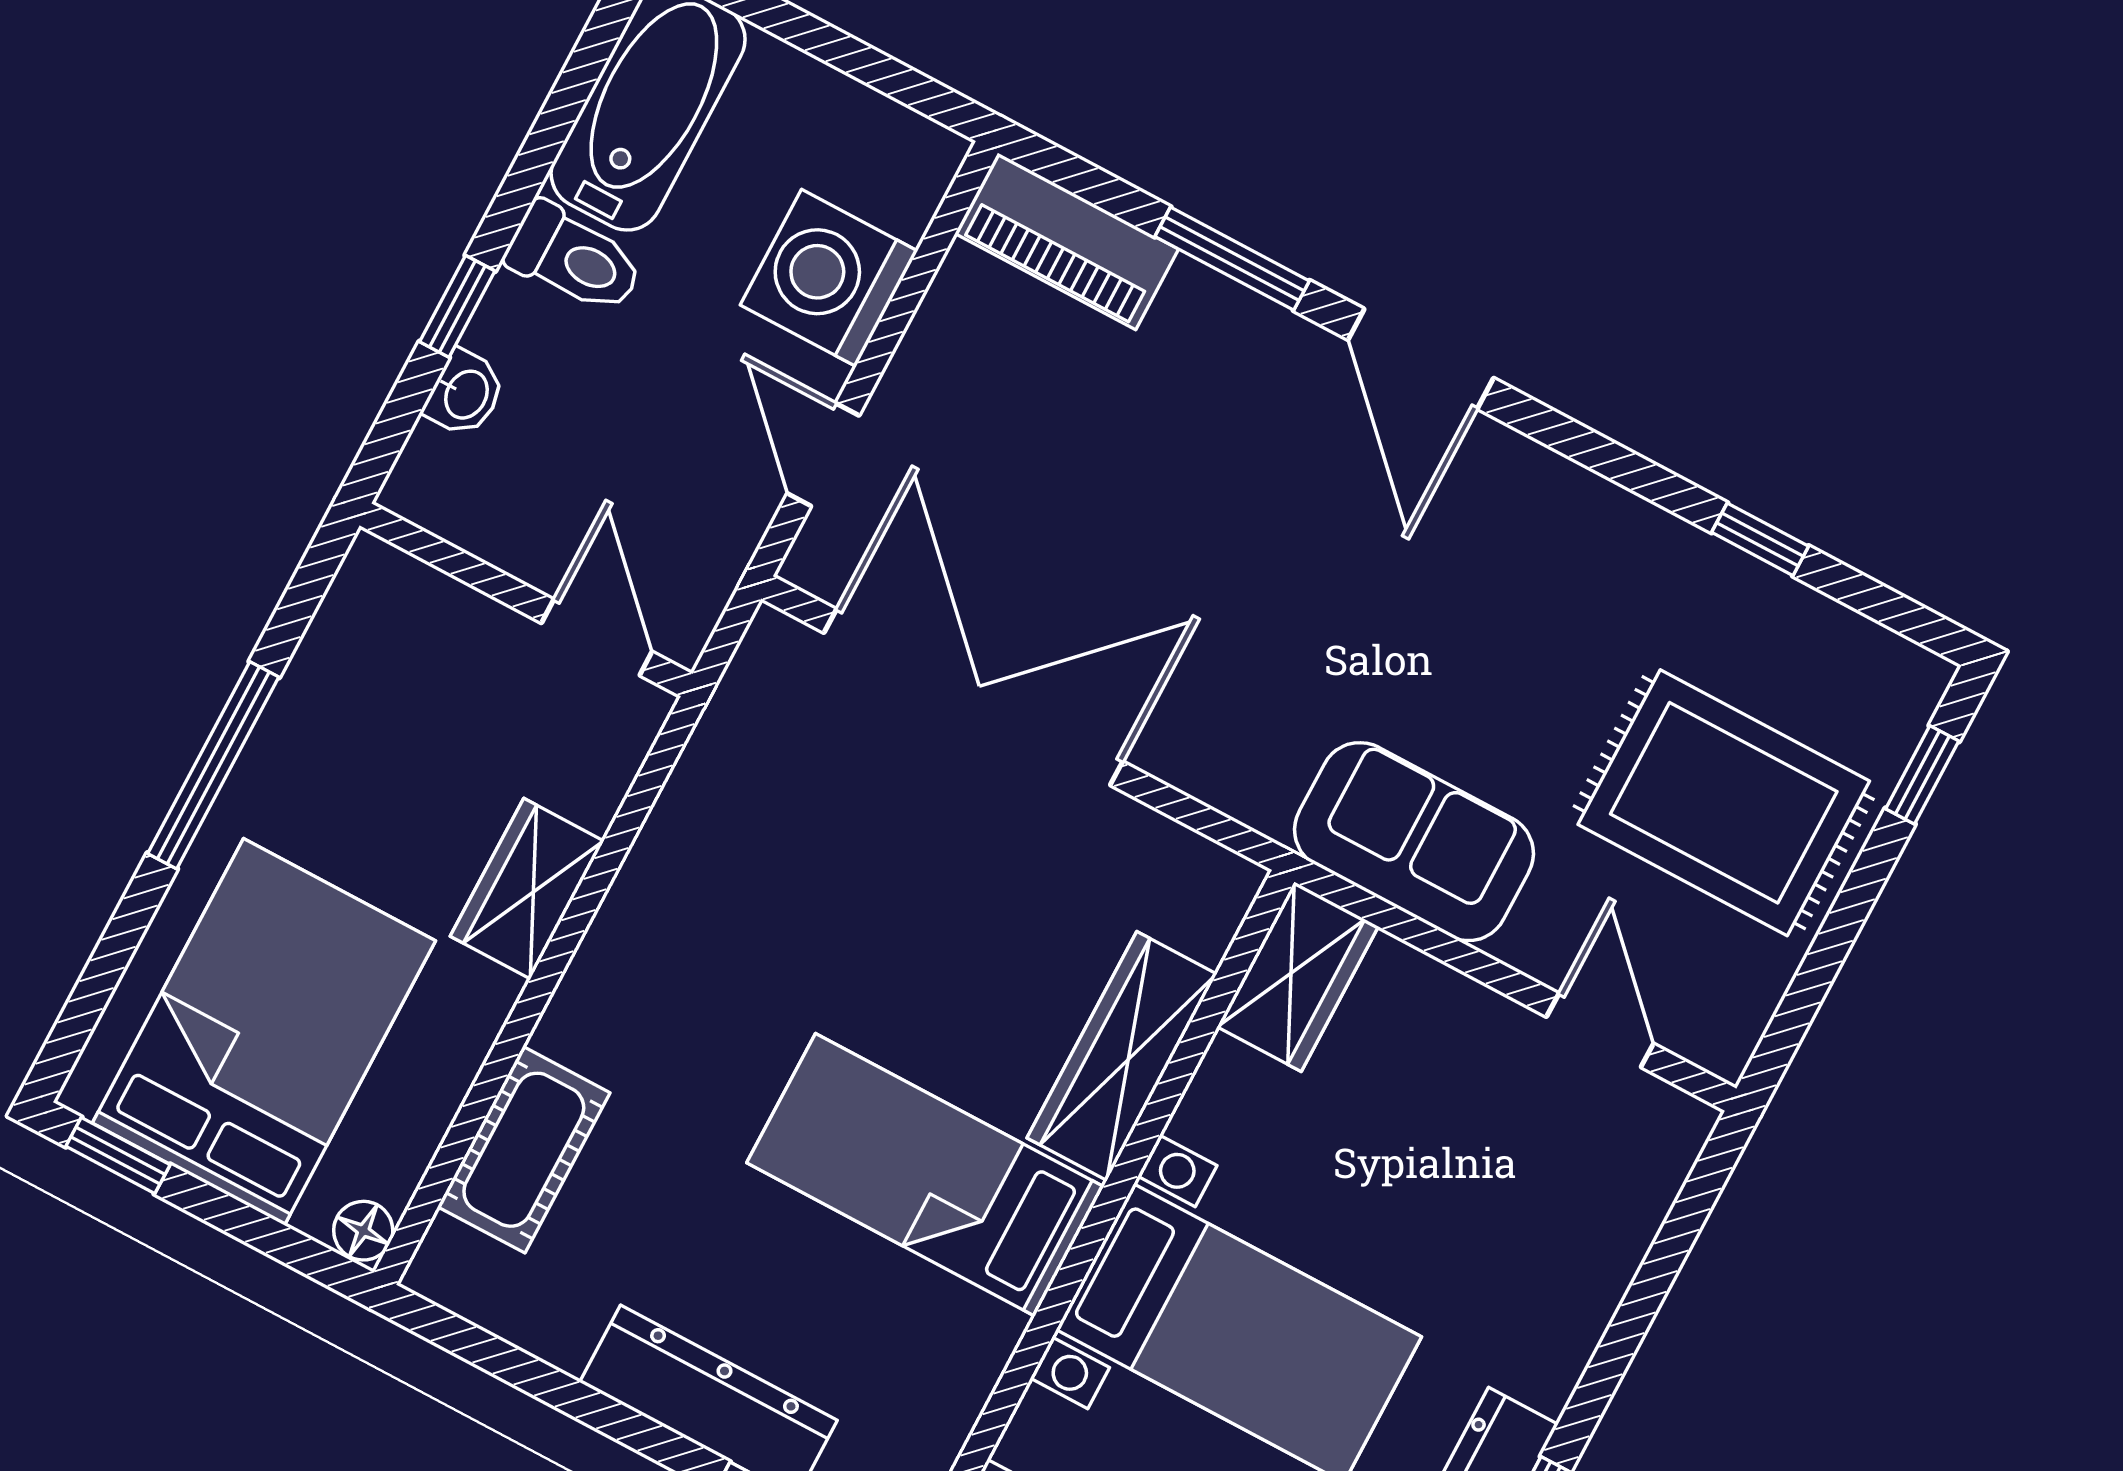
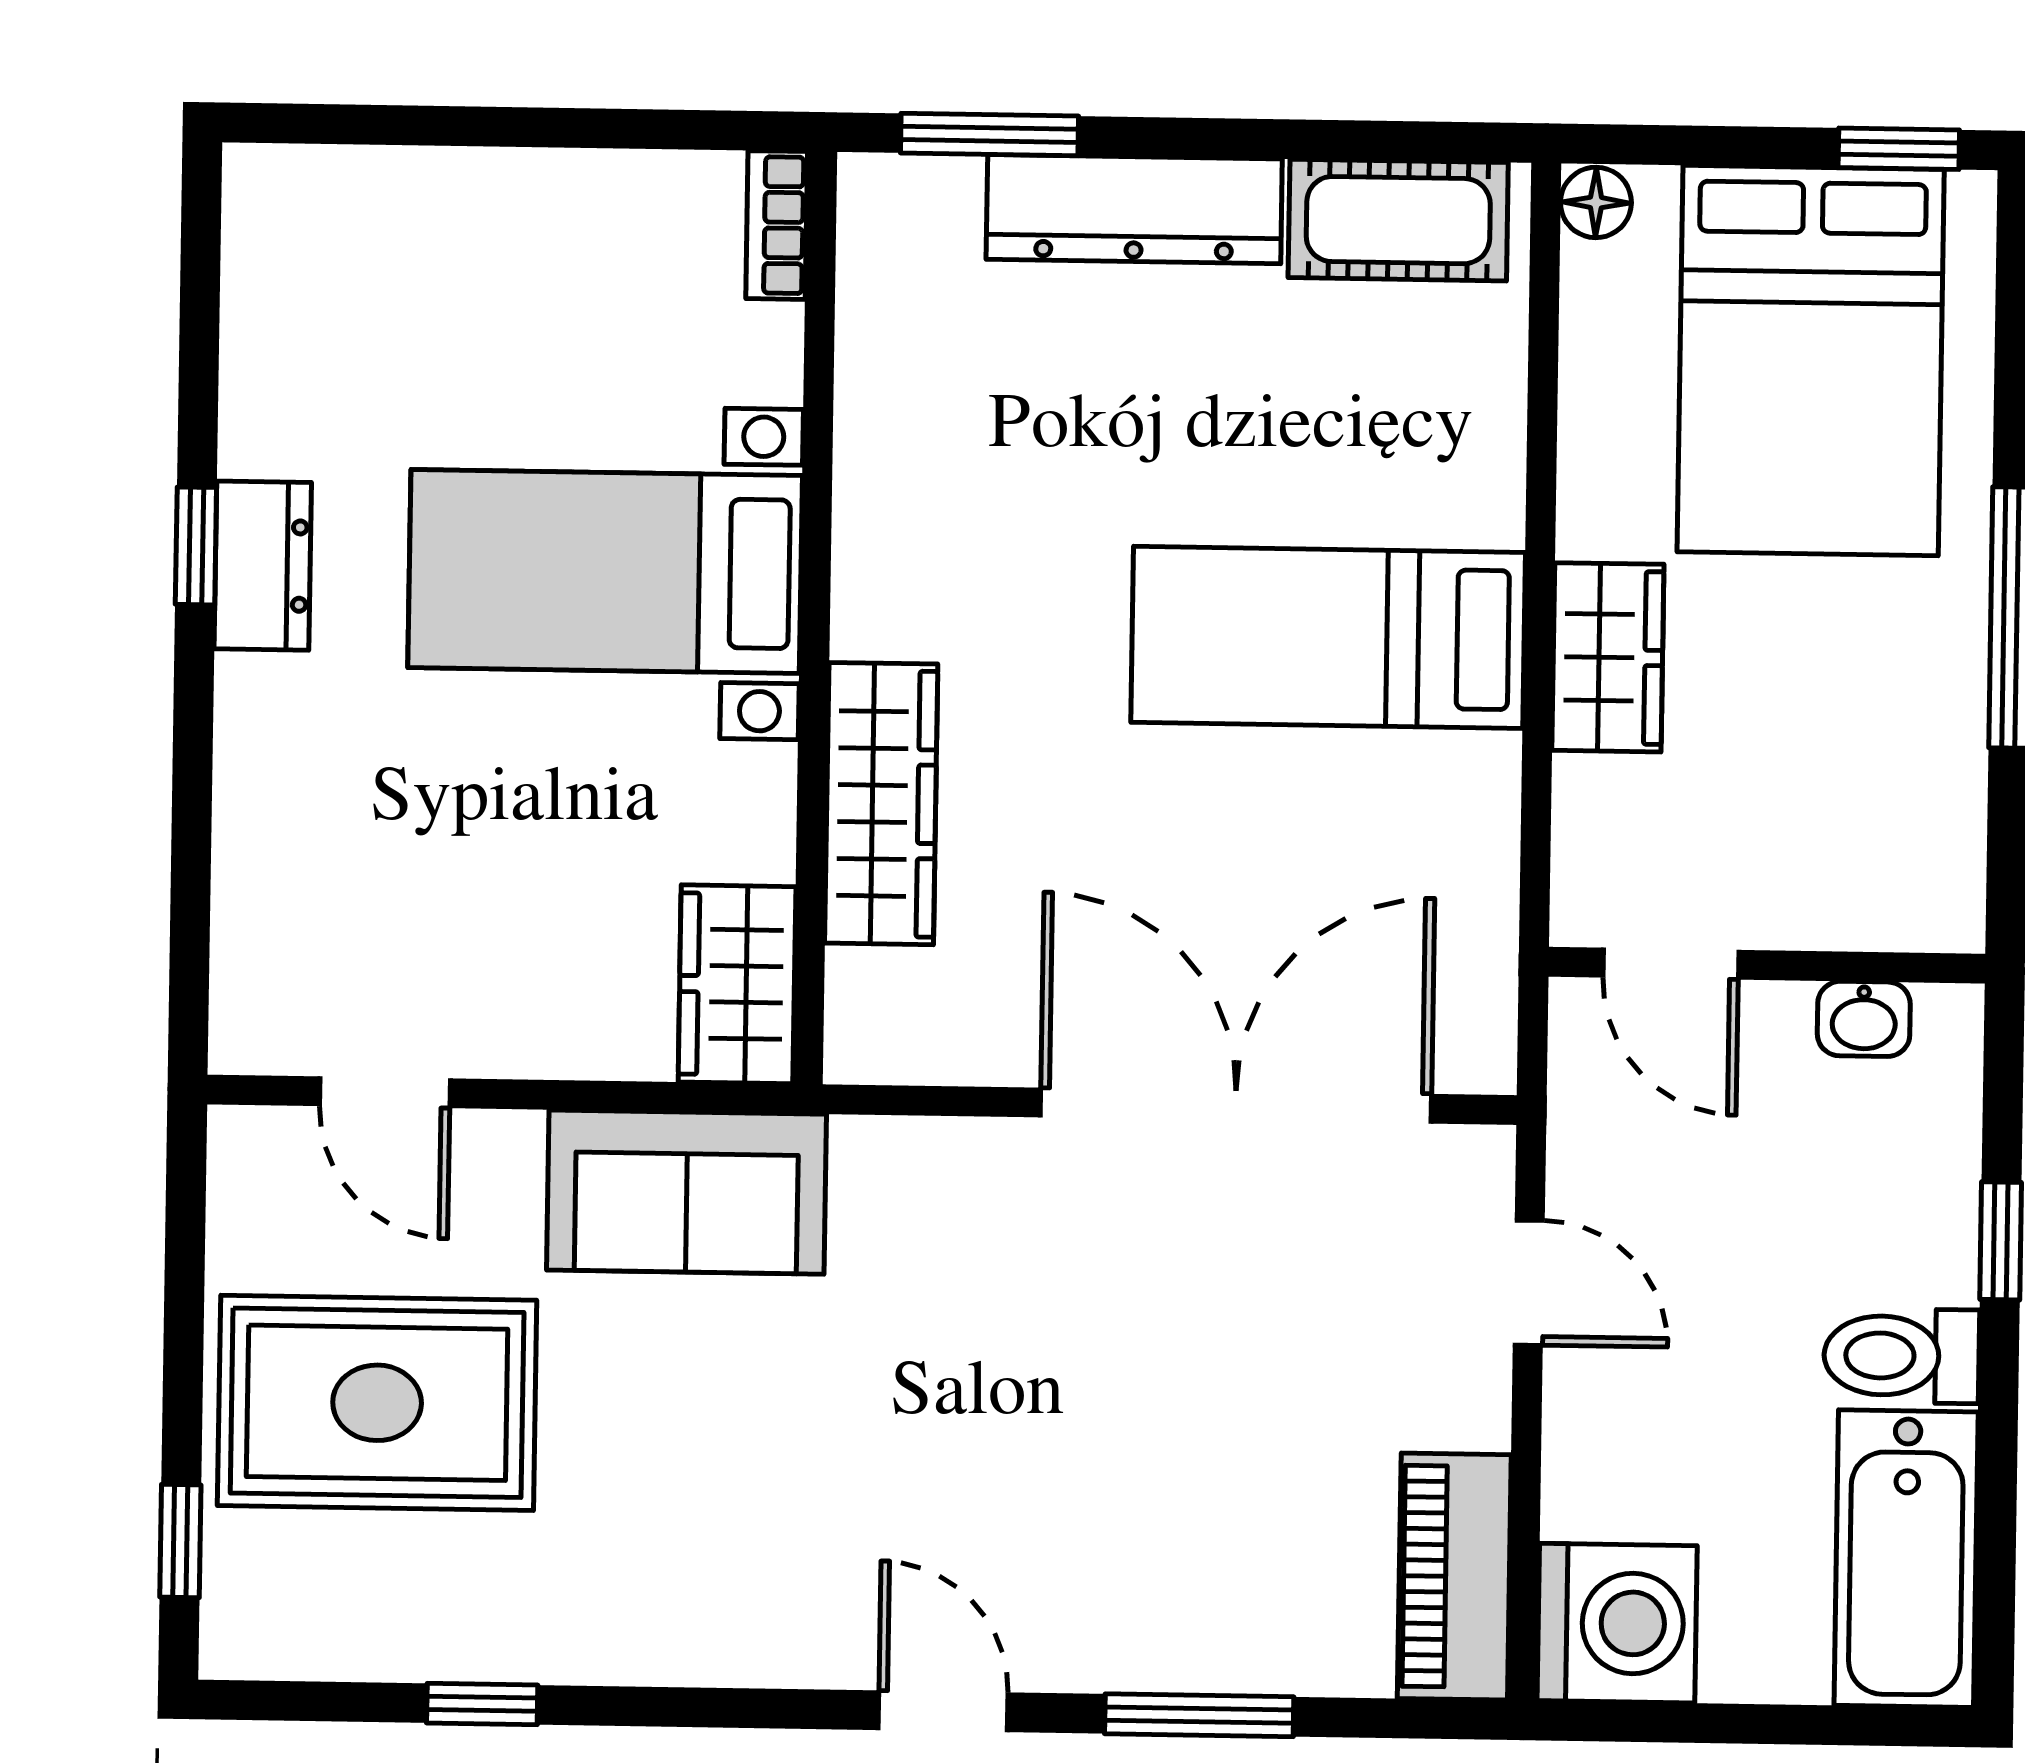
piano: (1067, 241) -> (1454, 1577), moved, turned -90
washing machine: (829, 278) -> (1617, 1623), moved
door: (1421, 359) -> (943, 1711), width x0.73
washbasin: (465, 394) -> (1864, 1019), moved, turned -90
double door: (973, 697) -> (1236, 1106), swing flipped
cot: (524, 1150) -> (1398, 220), moved, turned 90
bed: (925, 1175) -> (1328, 637), moved, turned 180

